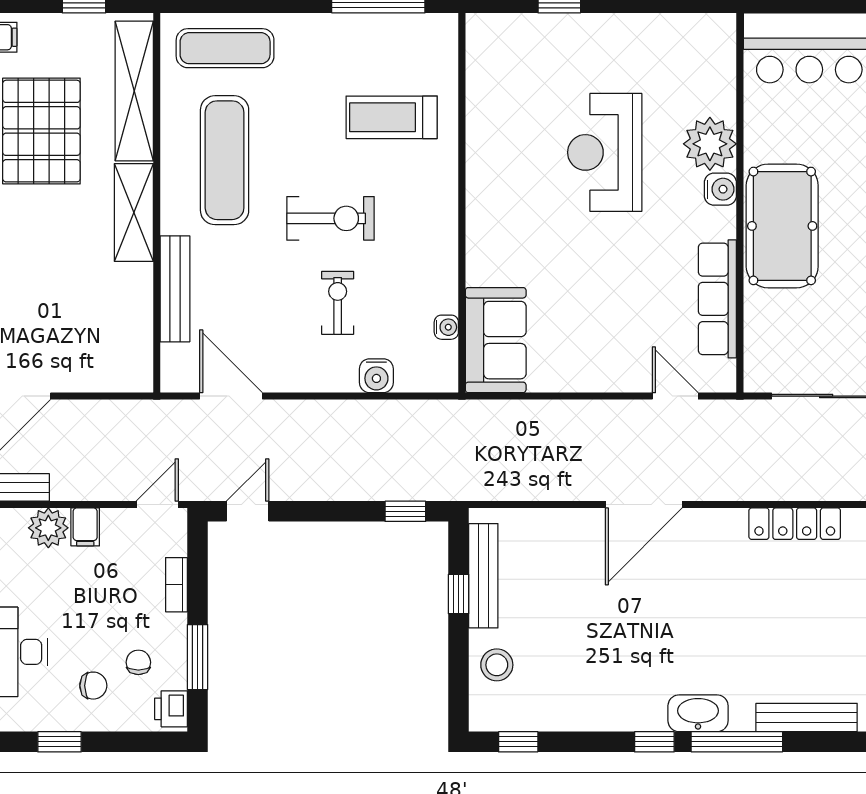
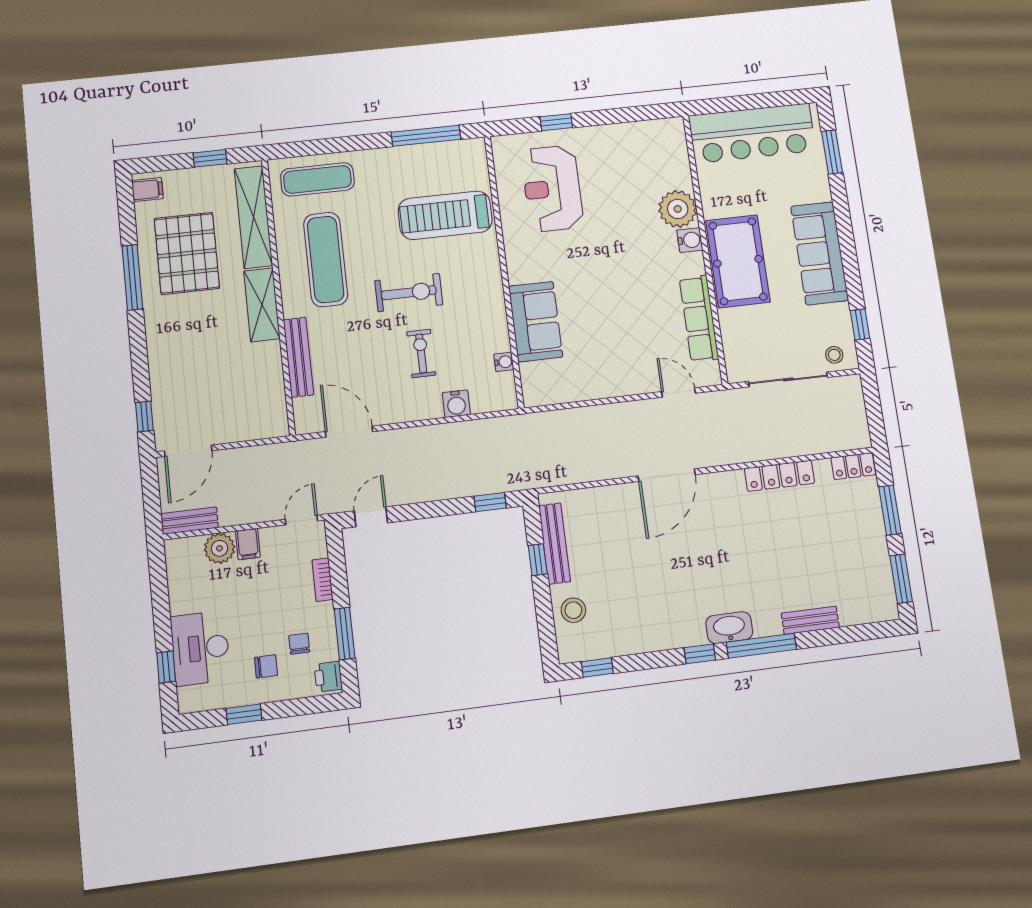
treadmill: (392, 117) -> (445, 215), width x1.37, depth x1.38
reception desk: (605, 152) -> (552, 189), moved
sofa: (496, 340) -> (536, 322), moved
bench: (807, 717) -> (810, 620), width x0.73

